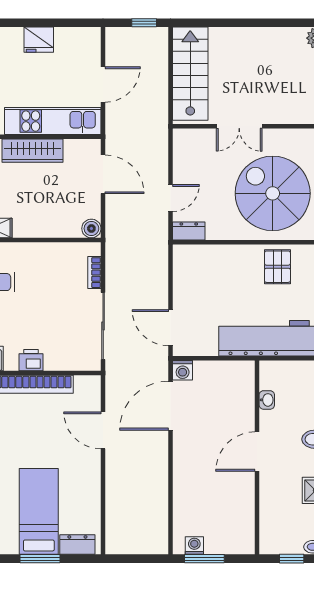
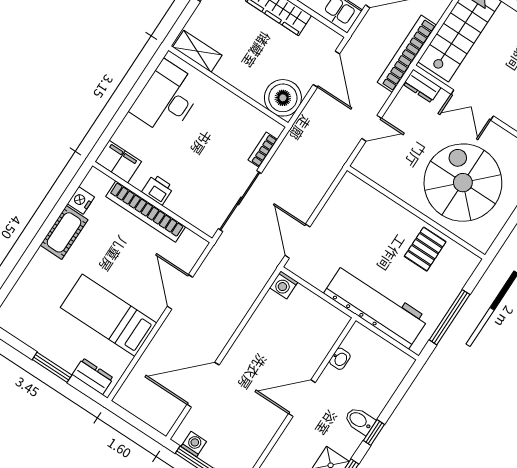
bookcase: (160, 119) -> (407, 54), added
boiler: (91, 228) -> (283, 98), width x1.86, depth x1.86
dresser: (189, 231) -> (422, 86), moved, turned 180
door: (171, 406) -> (203, 385), moved
bed: (39, 511) -> (109, 315), moved, turned -90

